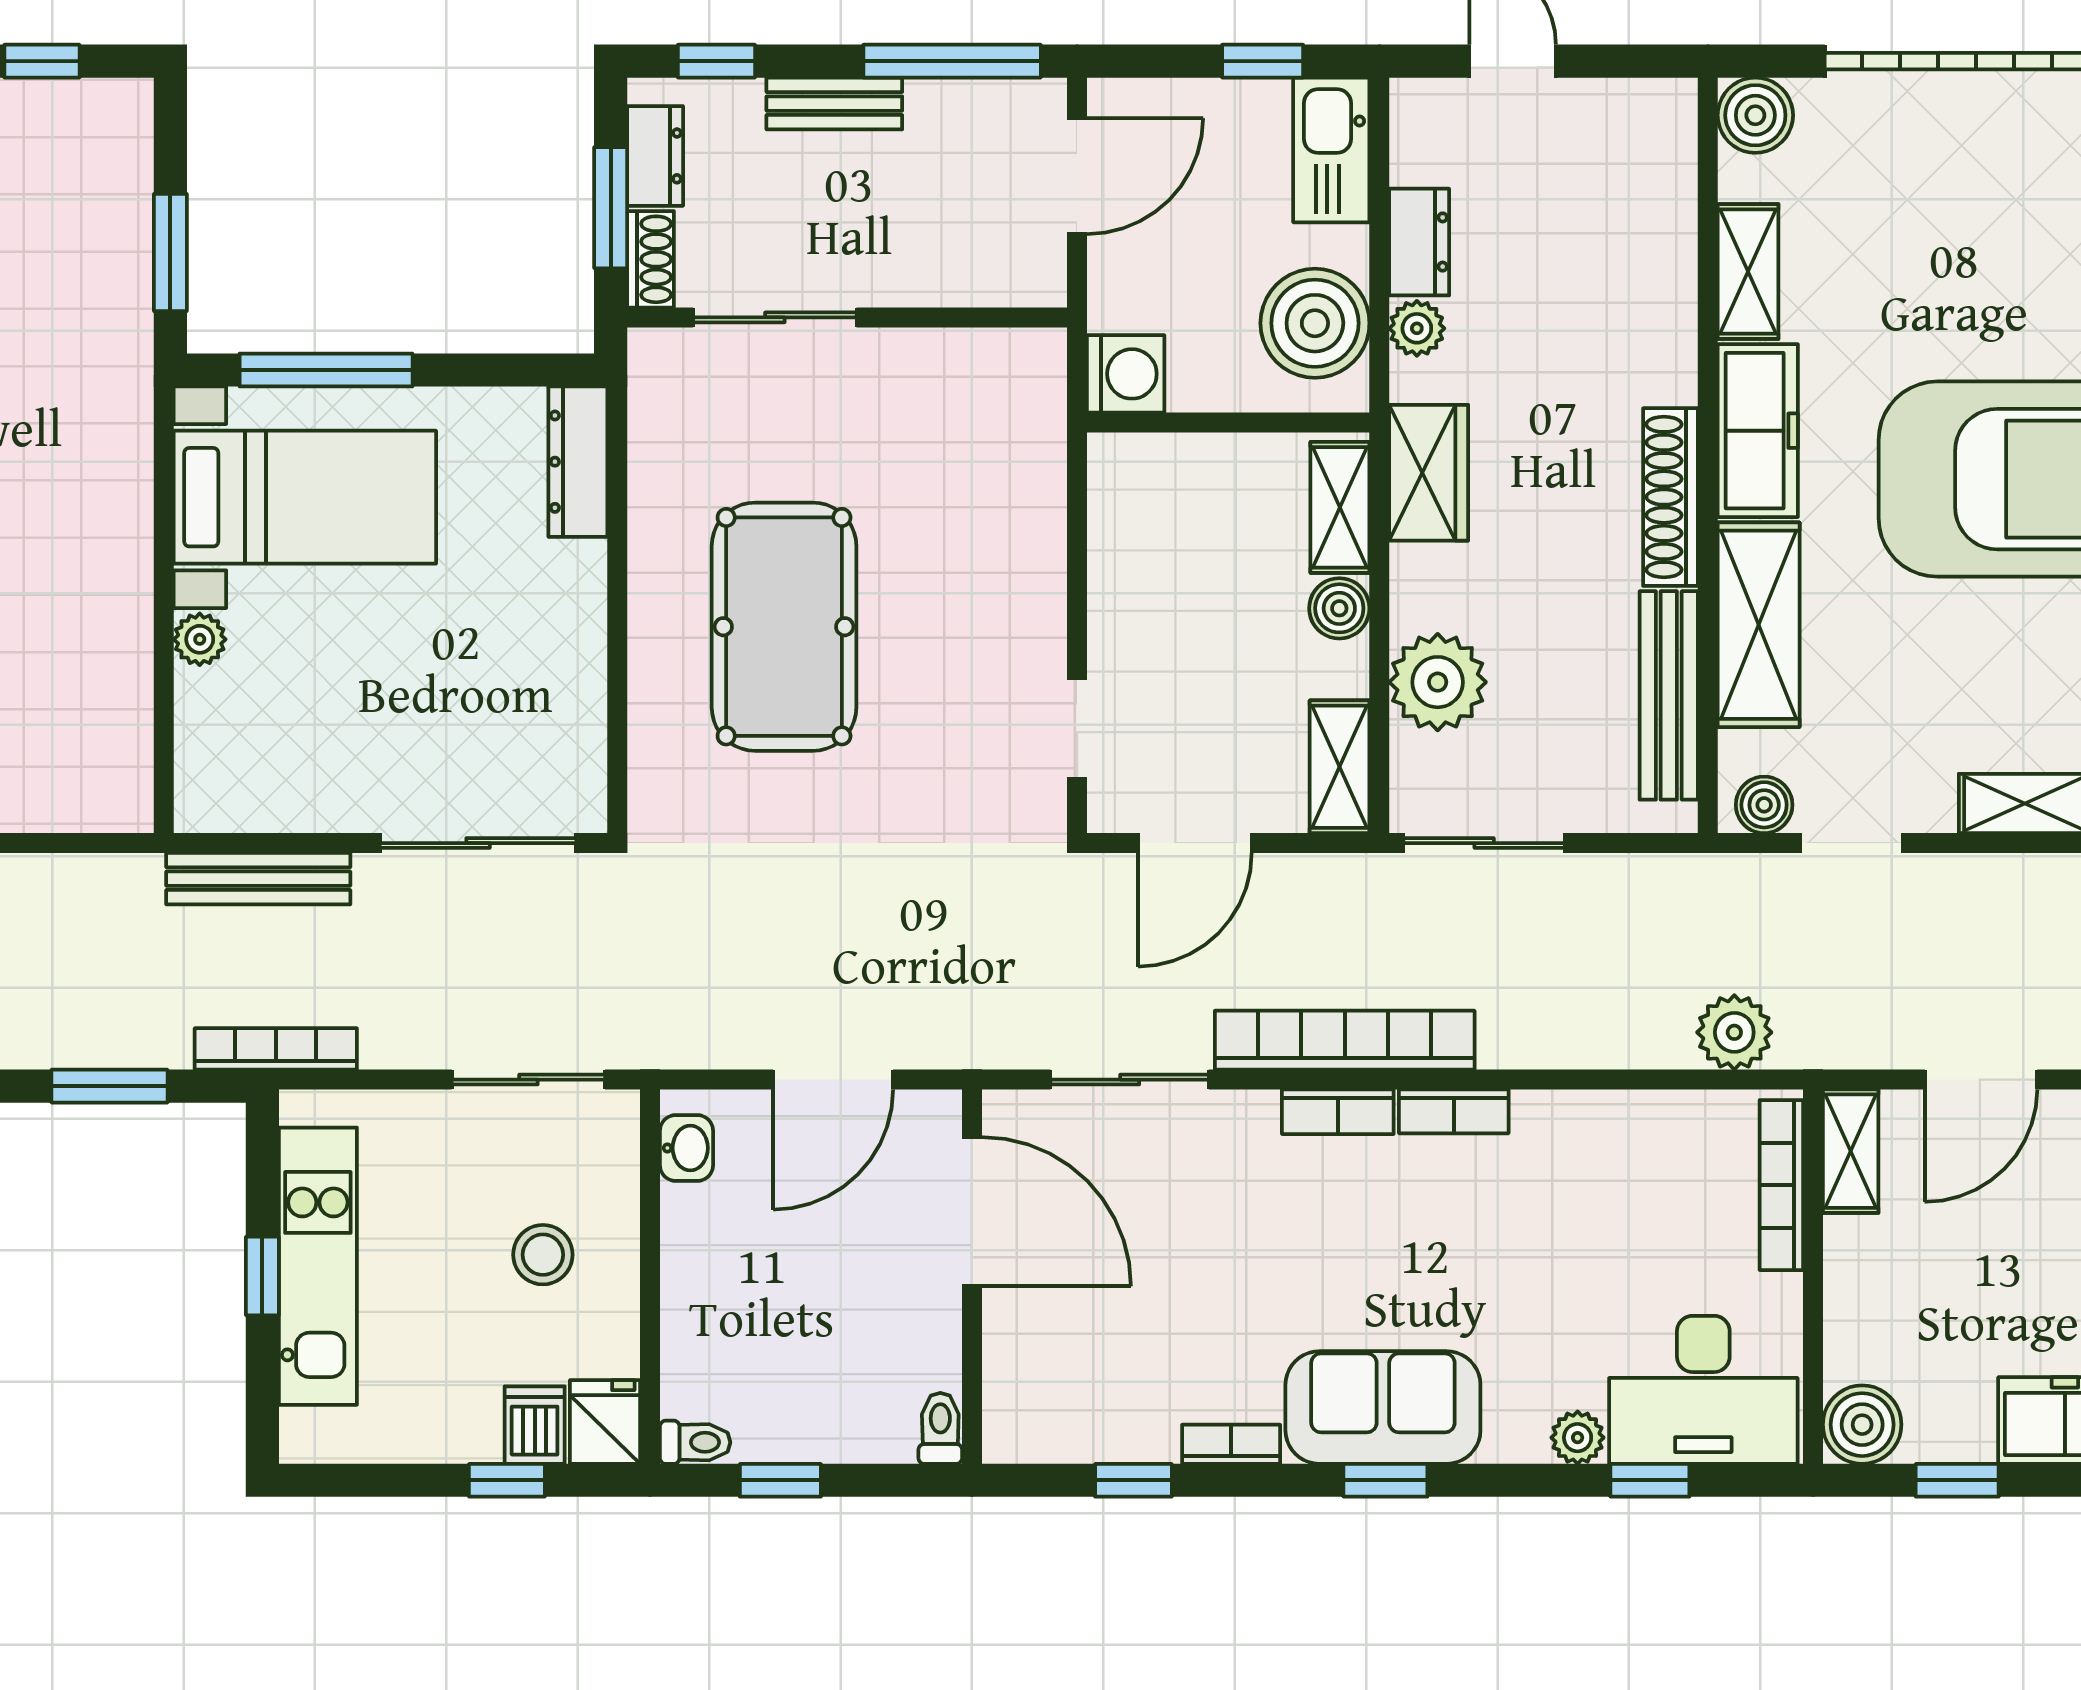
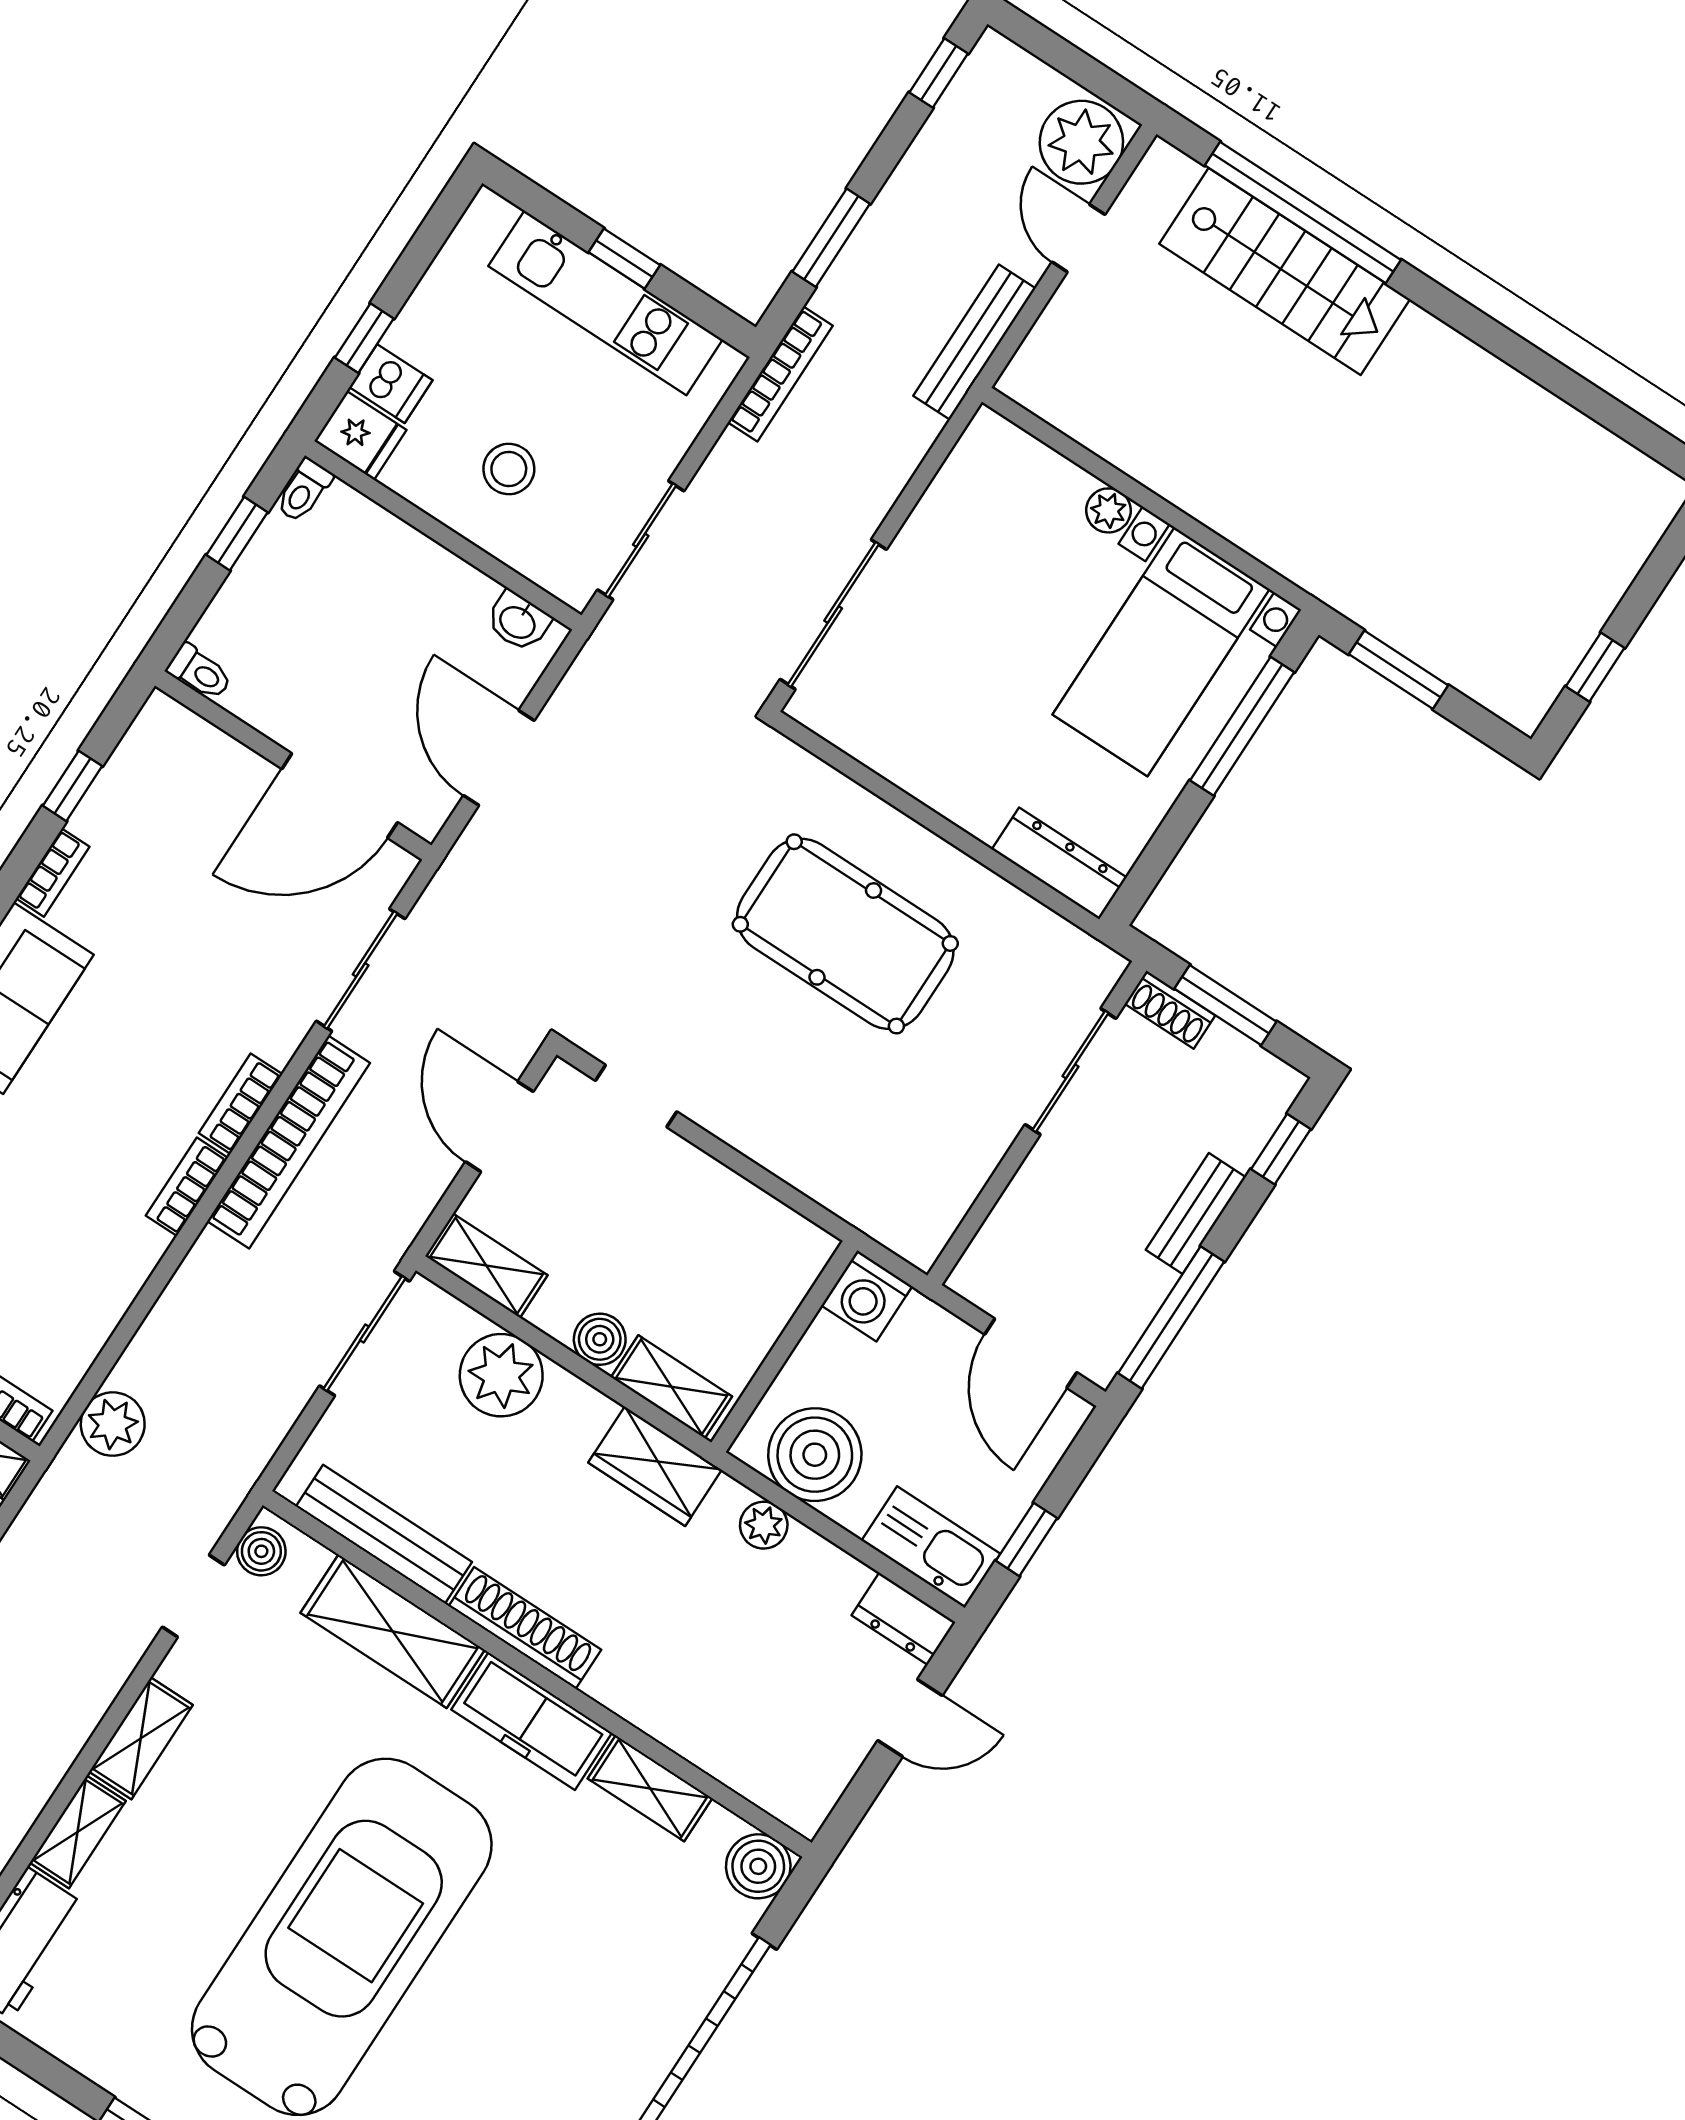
dresser: (655, 156) -> (1242, 1061), removed
dresser: (1419, 242) -> (904, 1619), moved
bench: (258, 879) -> (975, 342), moved

